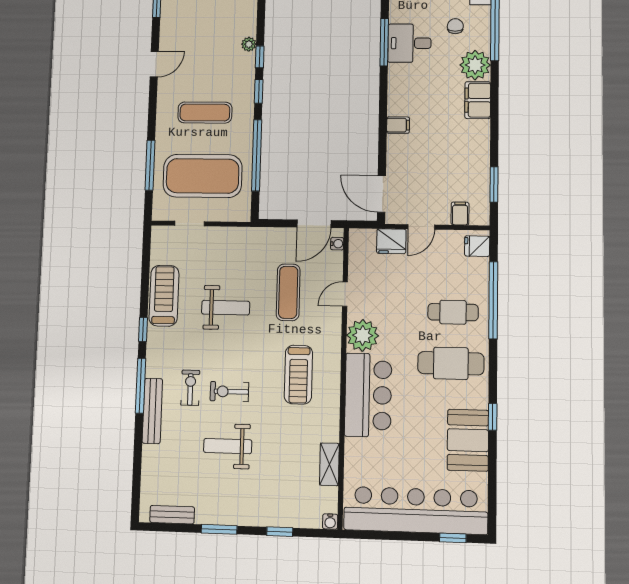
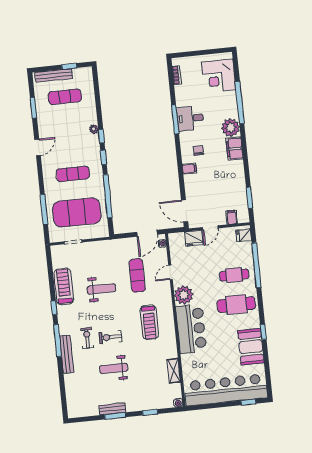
chair: (455, 26) -> (198, 150), moved
bench: (172, 515) -> (112, 409), moved

